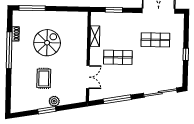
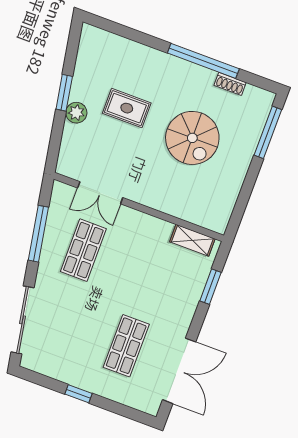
shelving: (95, 36) -> (192, 240), moved
shop shelf: (118, 57) -> (83, 250), moved

